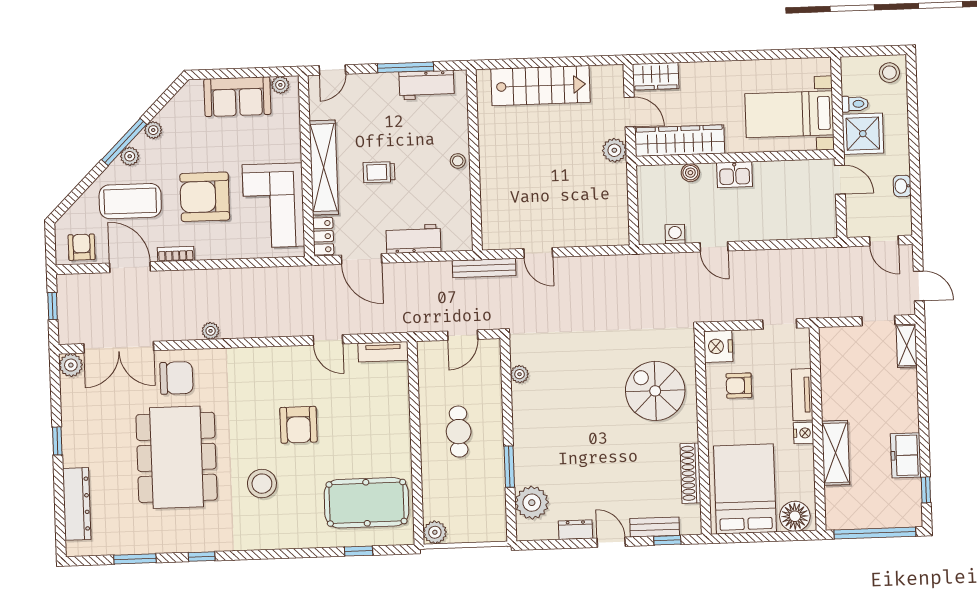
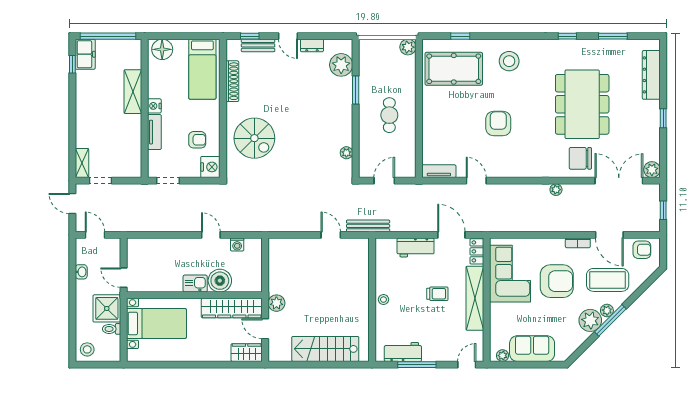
plant: (153, 130) -> (590, 320), width x1.88, depth x1.88
boiler: (690, 173) -> (220, 281), width x1.86, depth x1.86
armchair: (82, 247) -> (642, 250), turned -90
freezer: (906, 455) -> (85, 54), moved
stool: (262, 484) -> (509, 61), moved
bed: (745, 489) -> (202, 69), width x0.67

